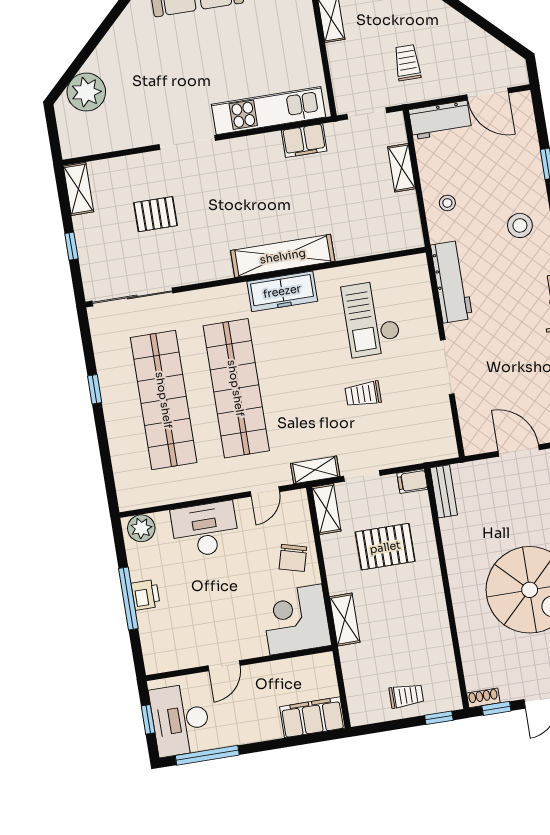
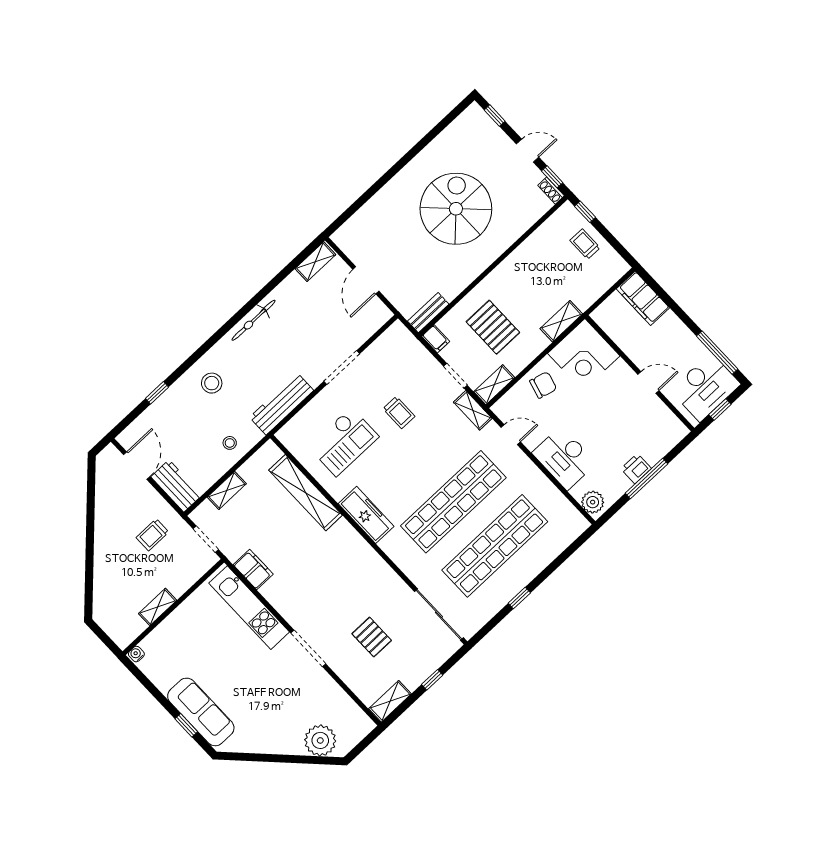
shelving: (283, 256) -> (306, 493), moved

